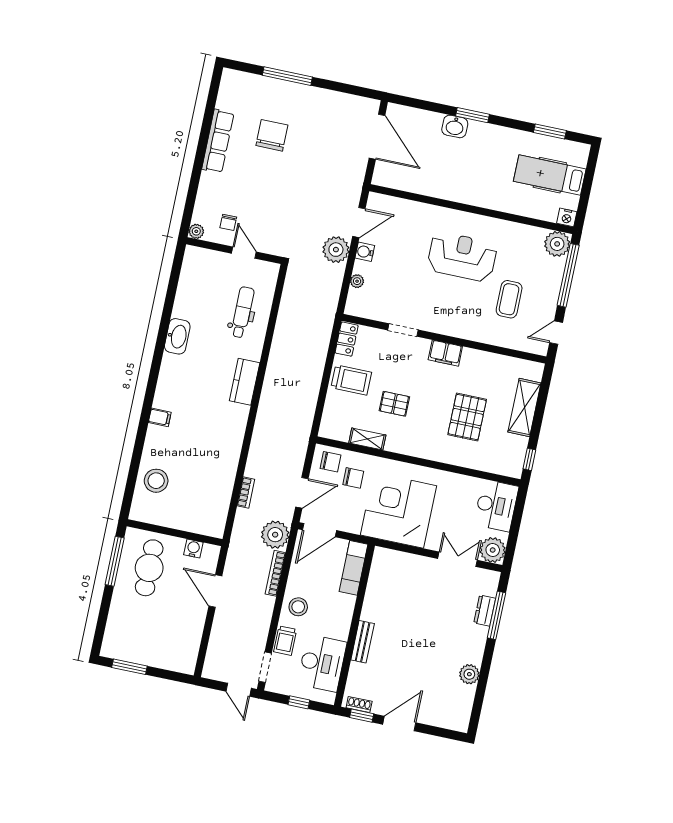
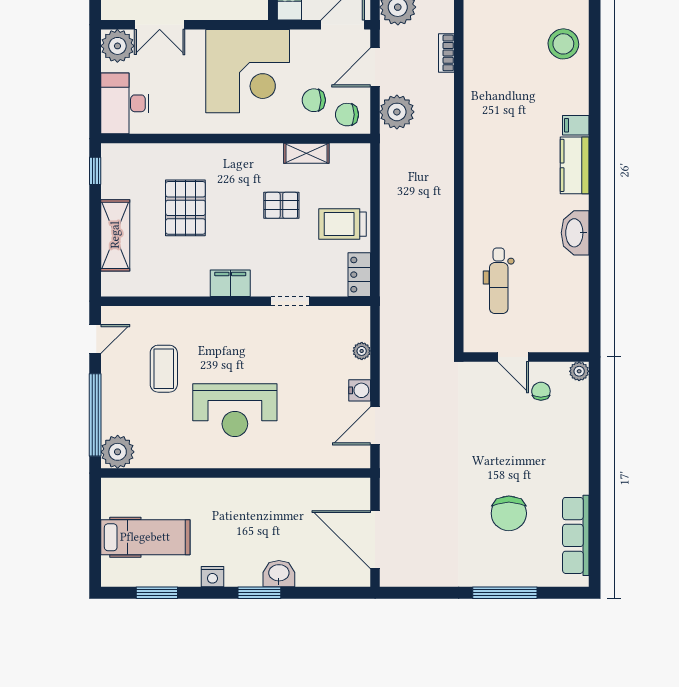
row of seats: (218, 141) -> (576, 535), moved
nightstand: (567, 217) -> (212, 577), moved, turned 180
plant: (336, 250) -> (397, 112), moved
kitchen counter: (245, 382) -> (575, 165), moved, turned 180

